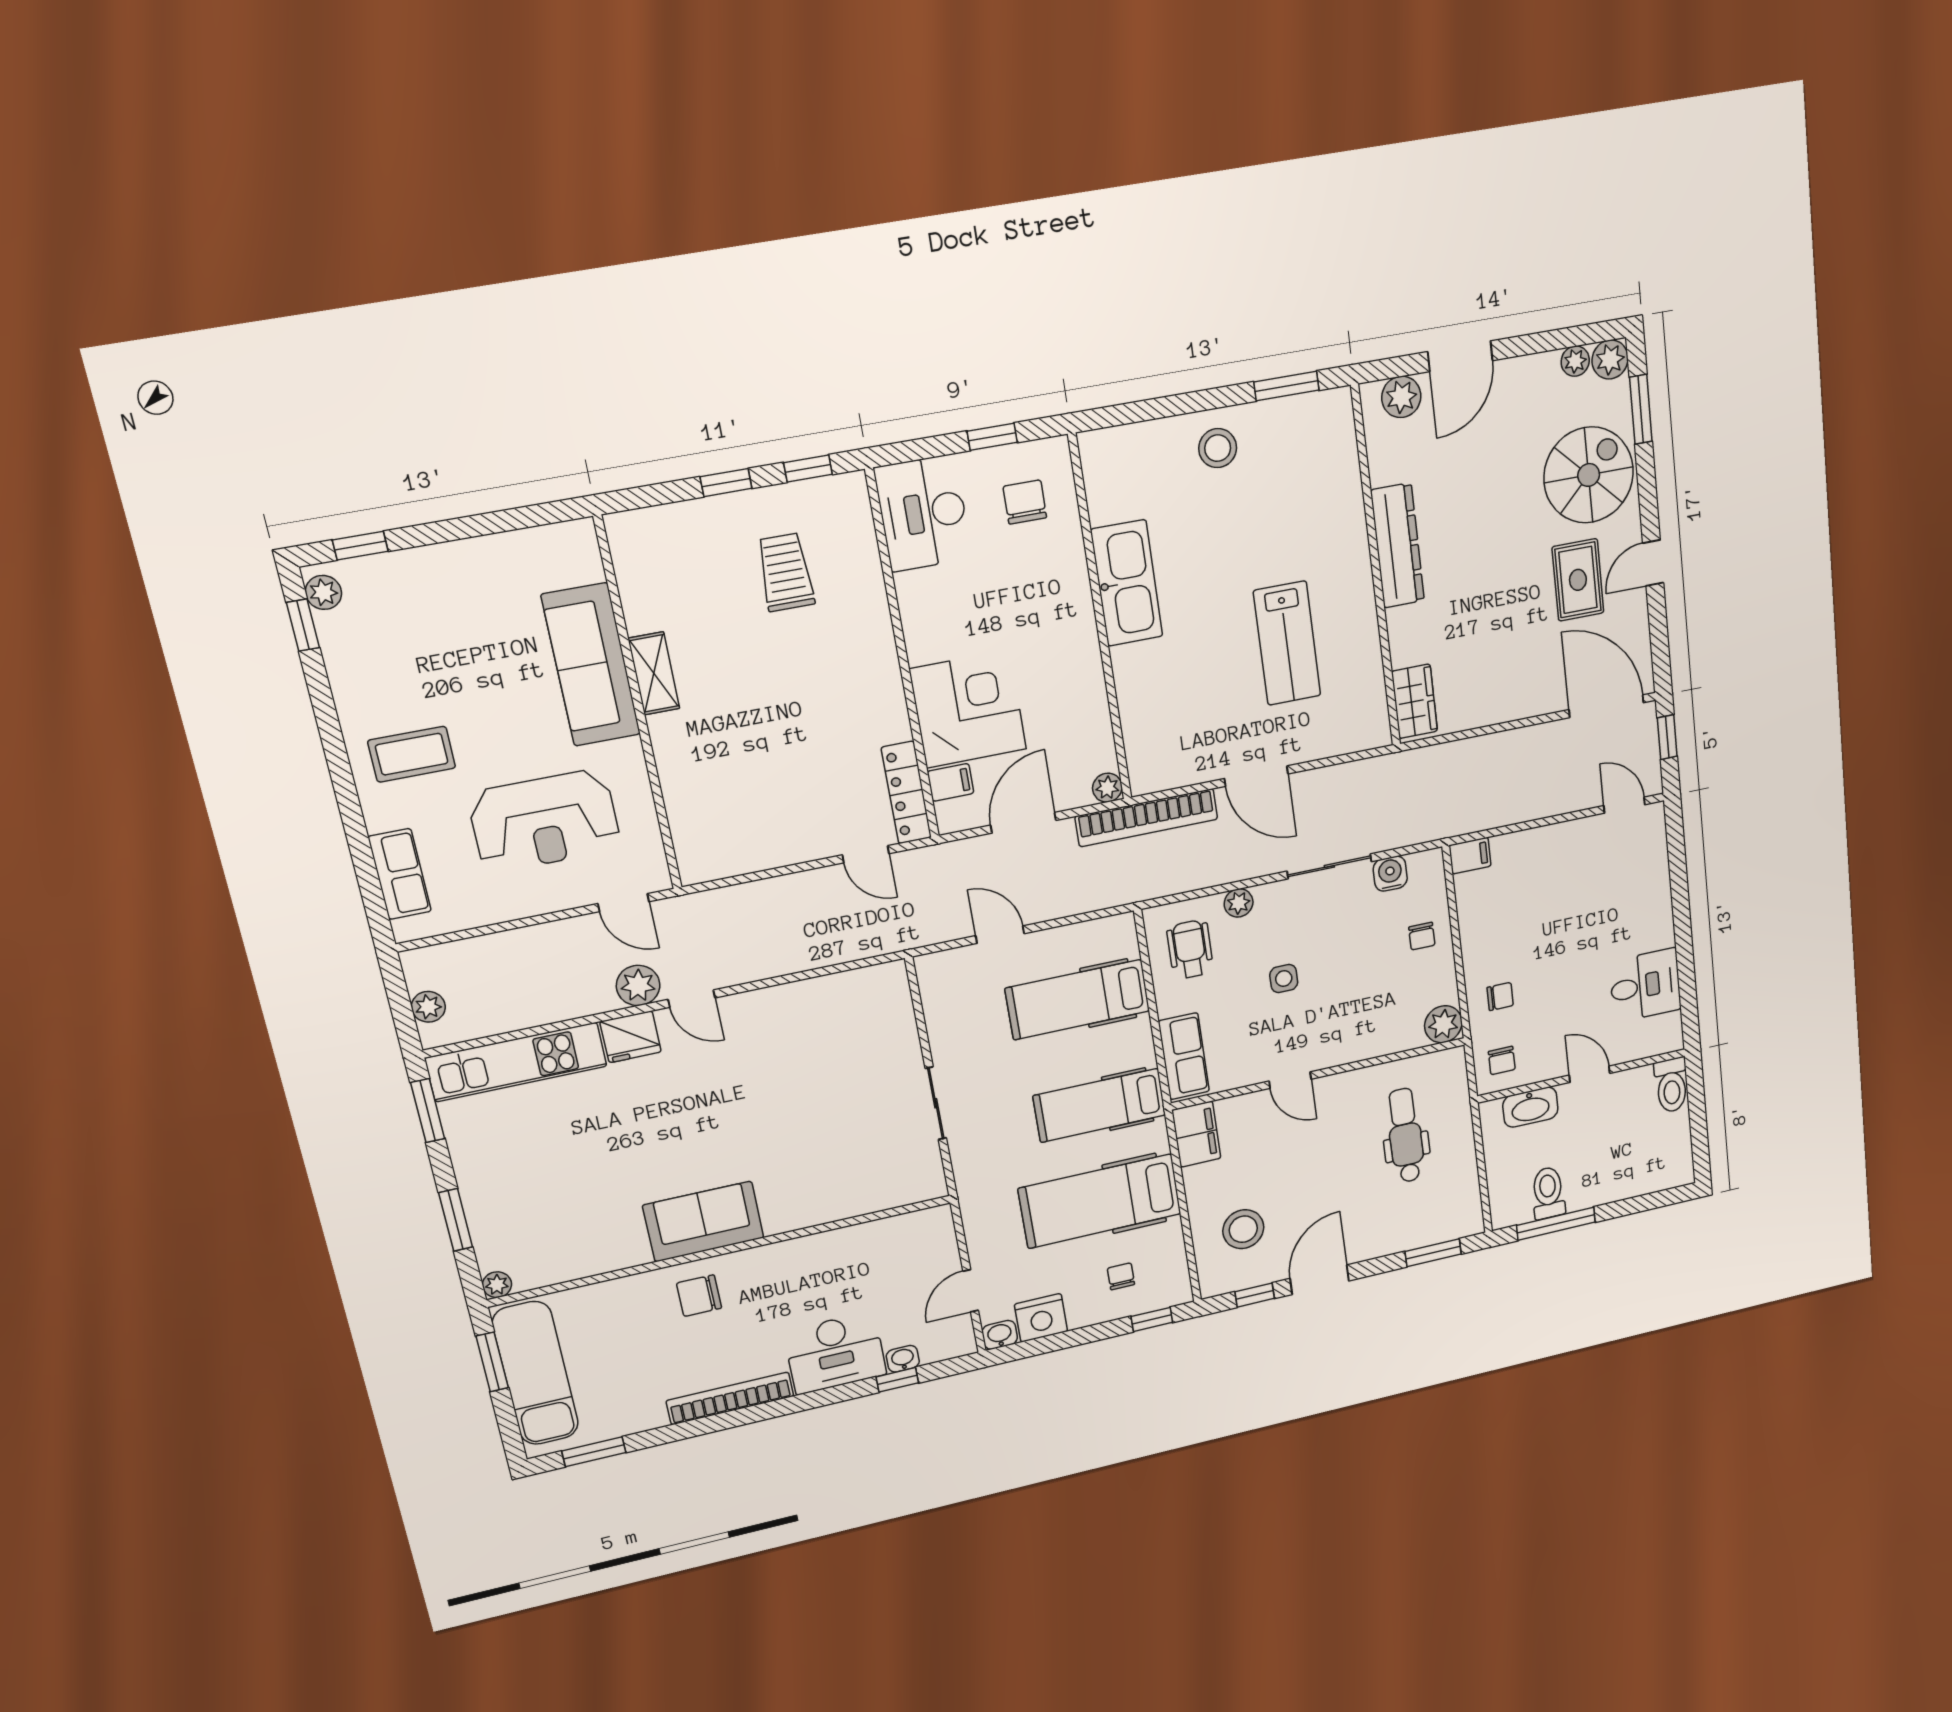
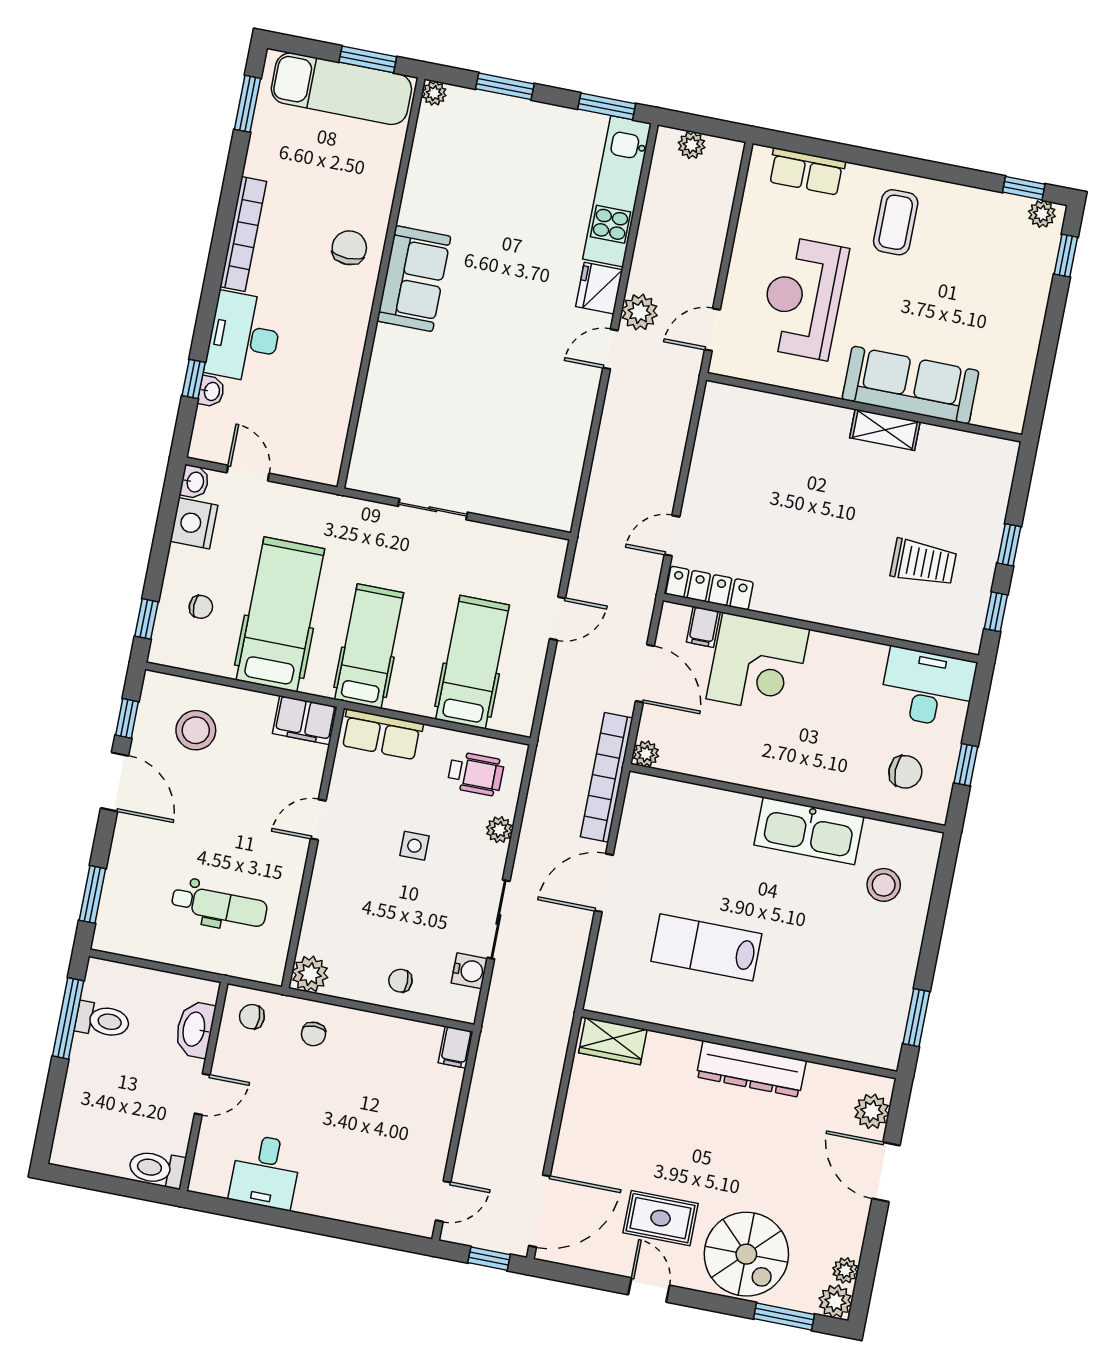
stool: (1218, 448) -> (884, 885), moved

